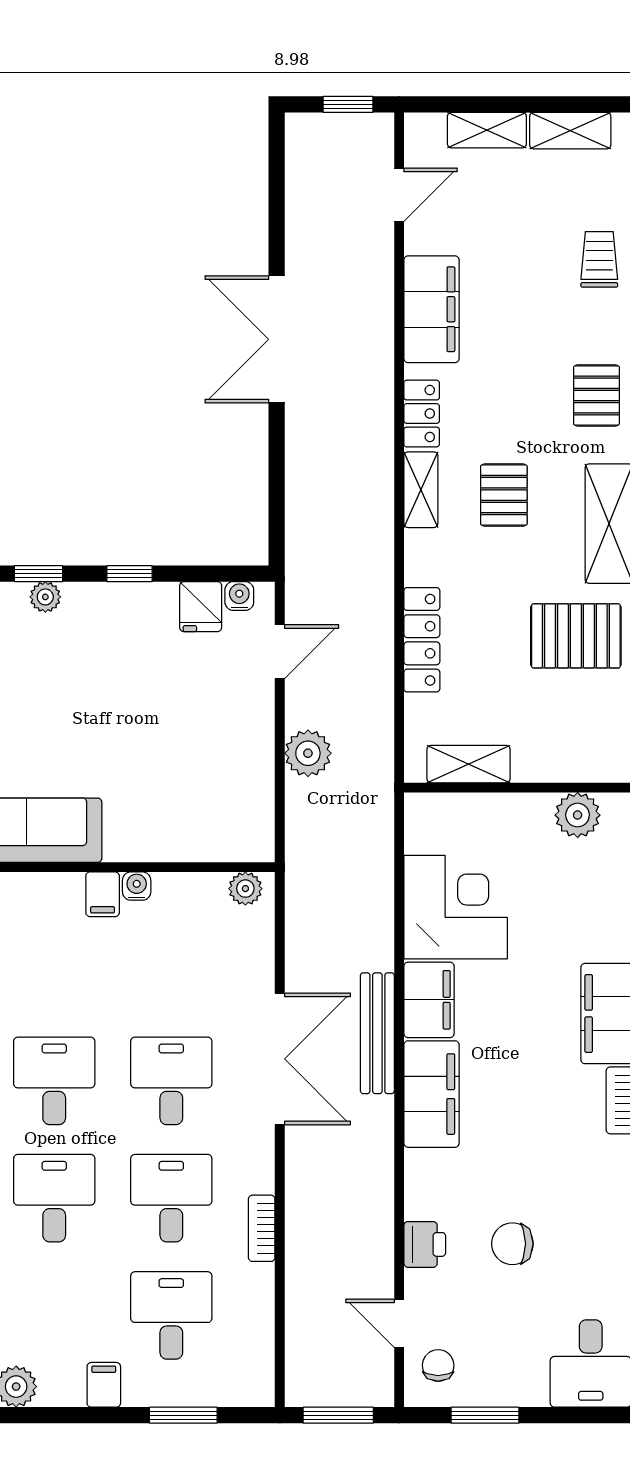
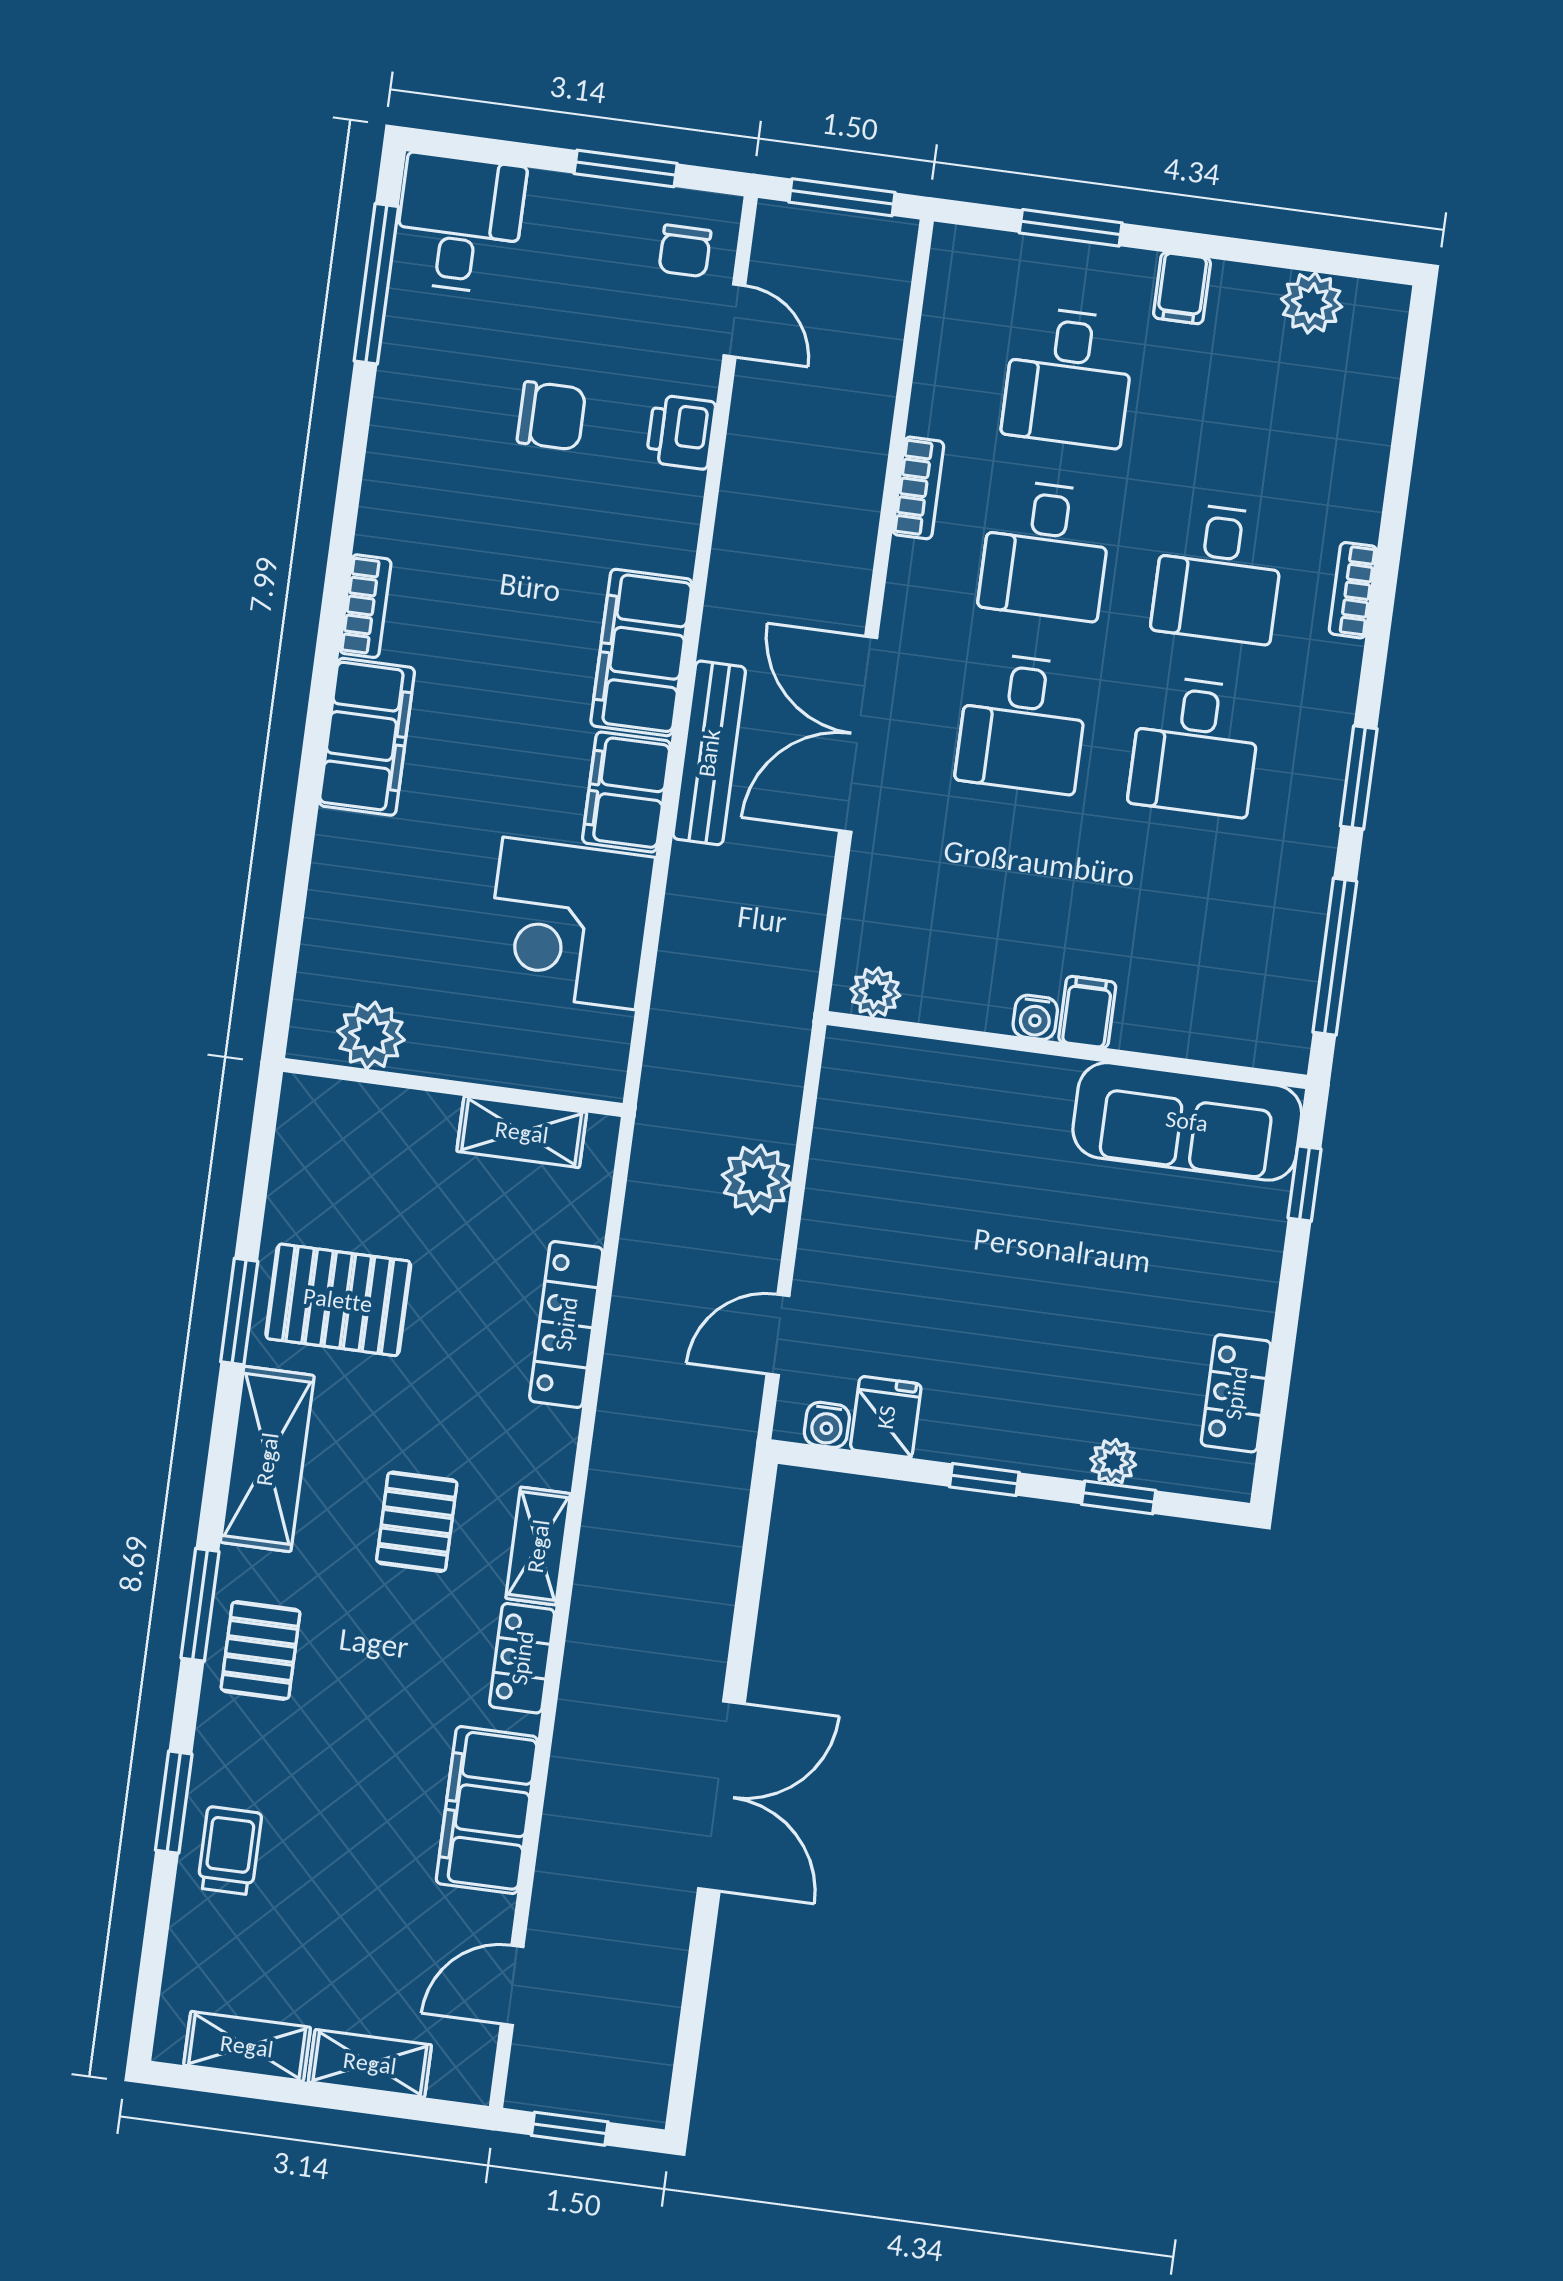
trolley: (599, 259) -> (230, 1851), turned 180

